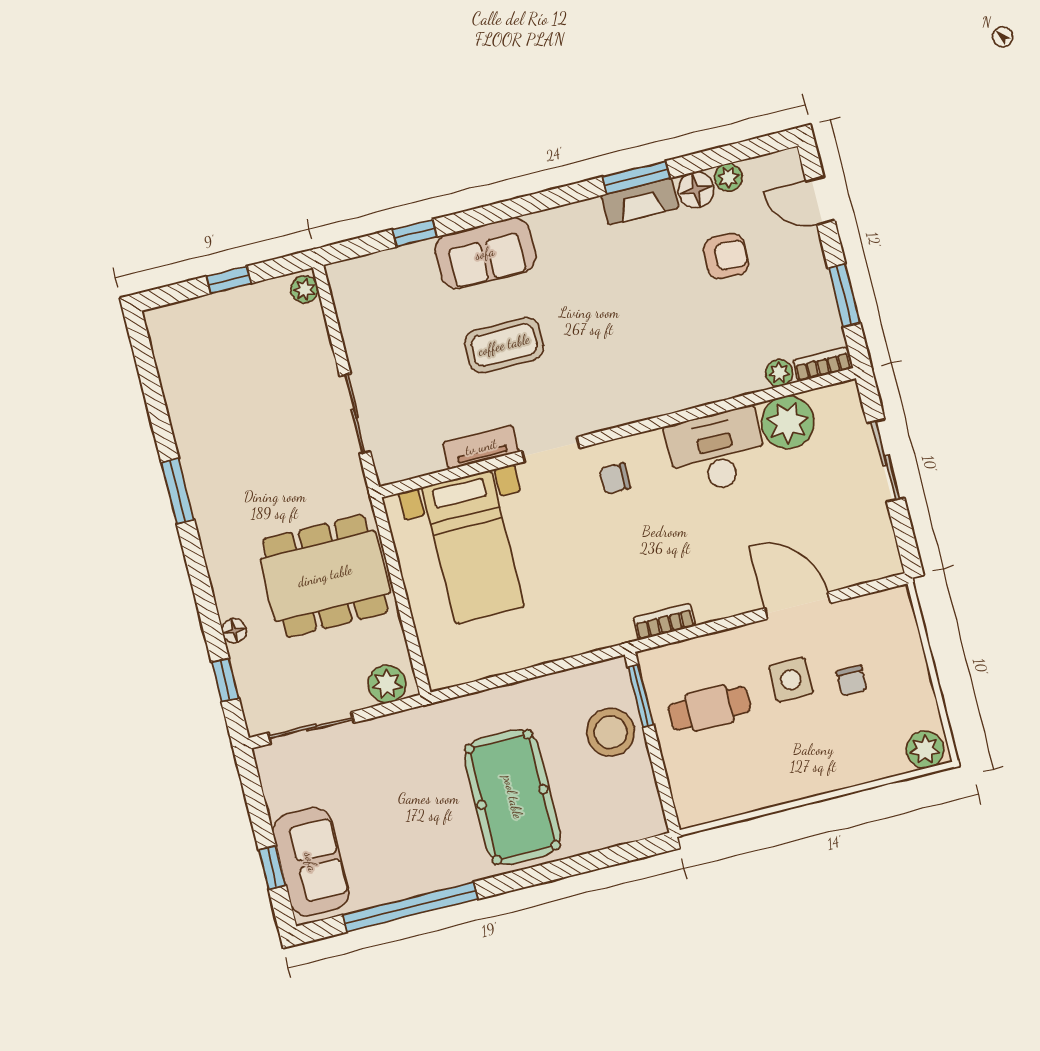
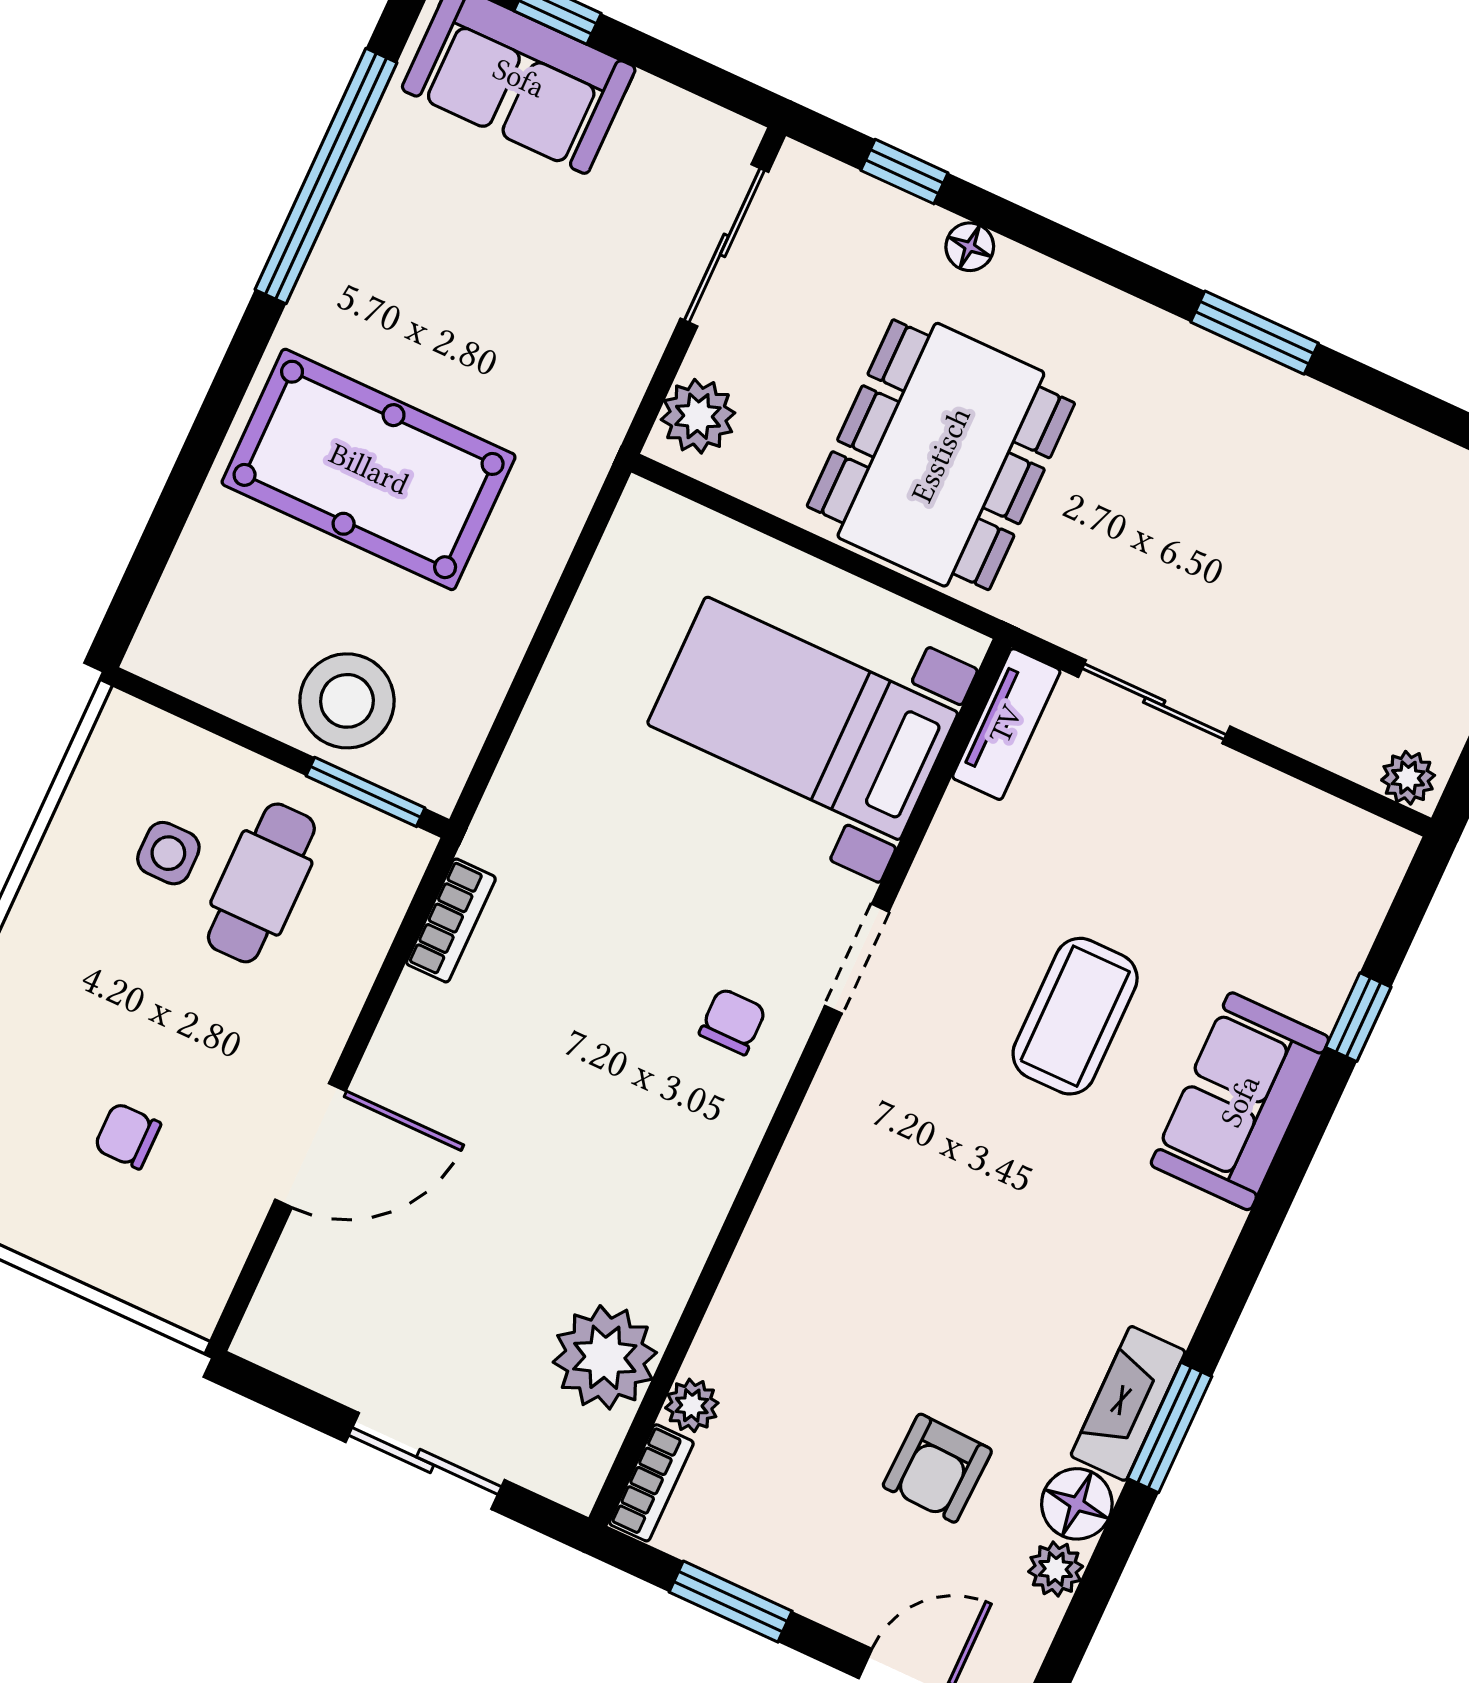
tv unit: (481, 447) -> (1006, 724), moved
desk: (717, 451) -> (649, 1212), removed
side table: (791, 680) -> (168, 853), moved, width x0.73, depth x0.73

